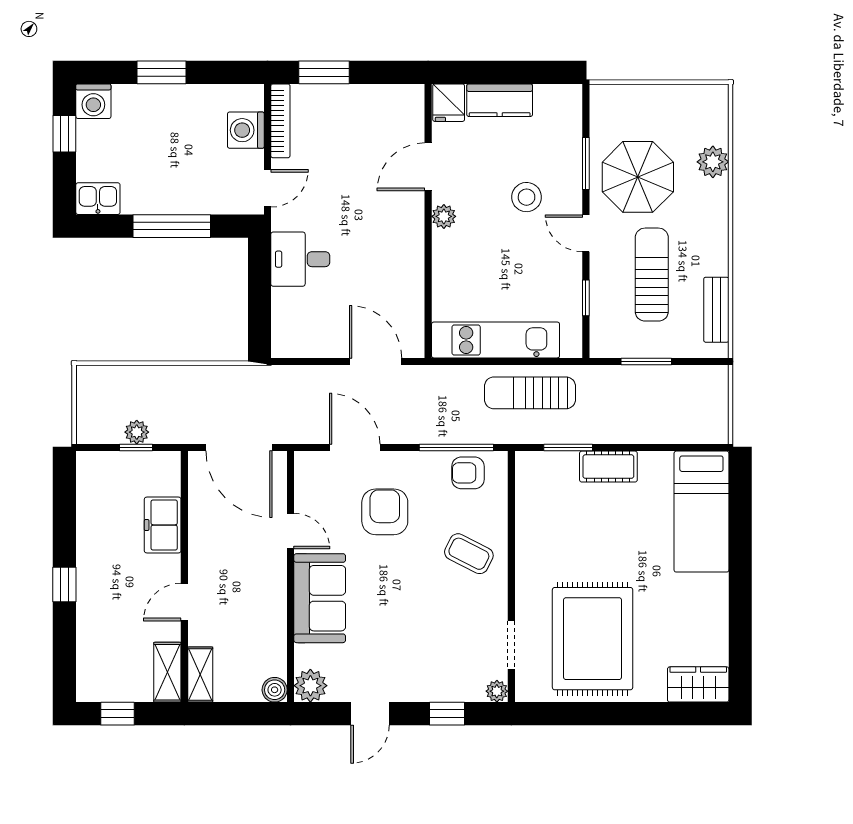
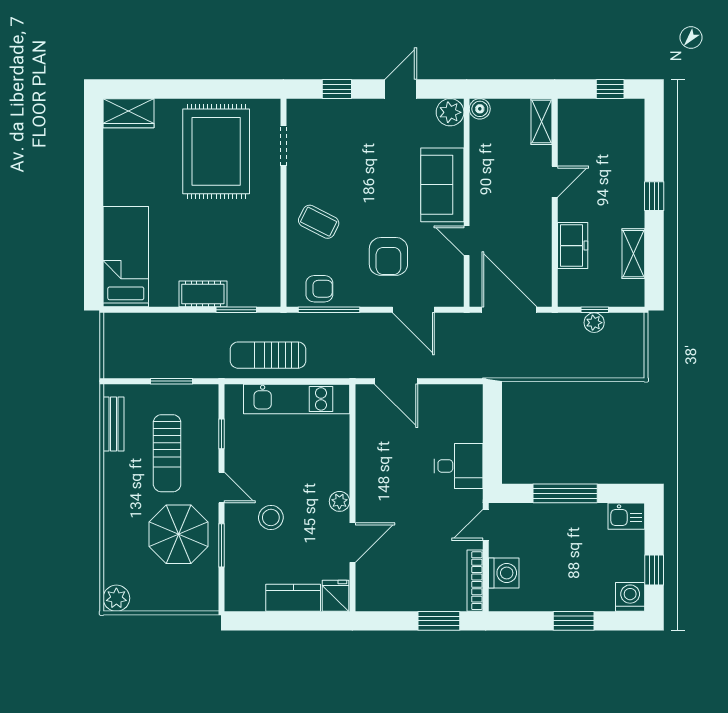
plant: (713, 162) -> (116, 598), moved
sun lounger: (530, 393) -> (268, 355), turned 180
shelving: (167, 672) -> (633, 254), moved
plant: (497, 691) -> (295, 108), removed

